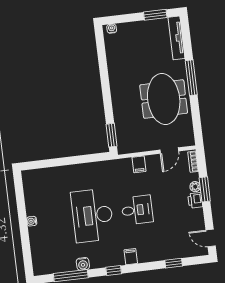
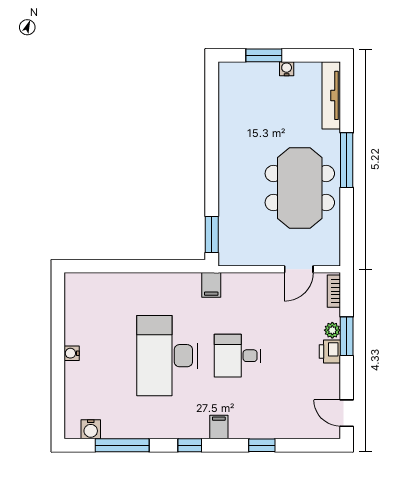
window: (155, 15) -> (264, 55), moved
water cooler: (112, 29) -> (287, 69), moved
filing cabinet: (139, 164) -> (211, 285), moved
desk: (137, 210) -> (238, 356), turned 180
window: (174, 263) -> (262, 445), moved
water cooler: (83, 264) -> (91, 429), moved

